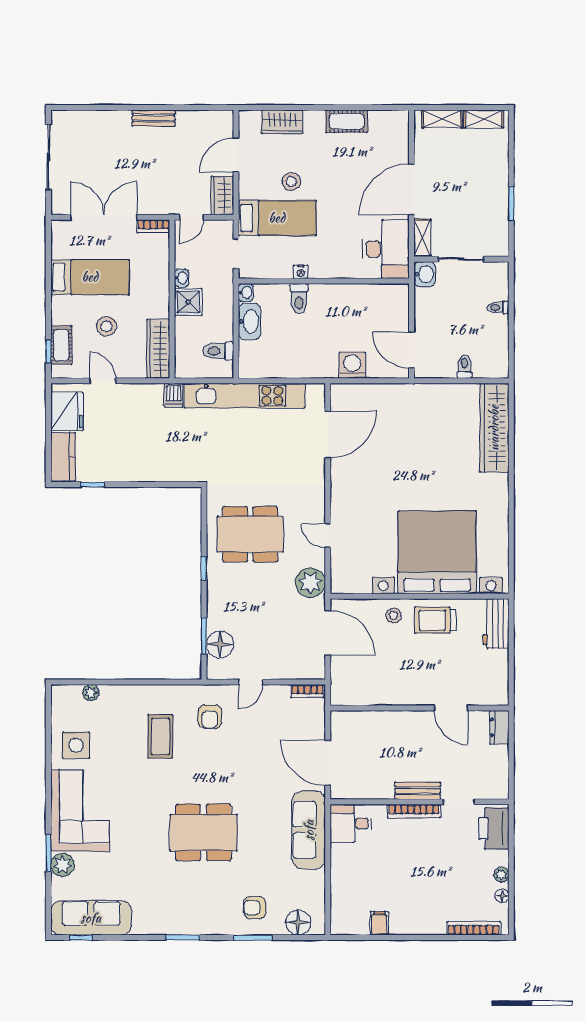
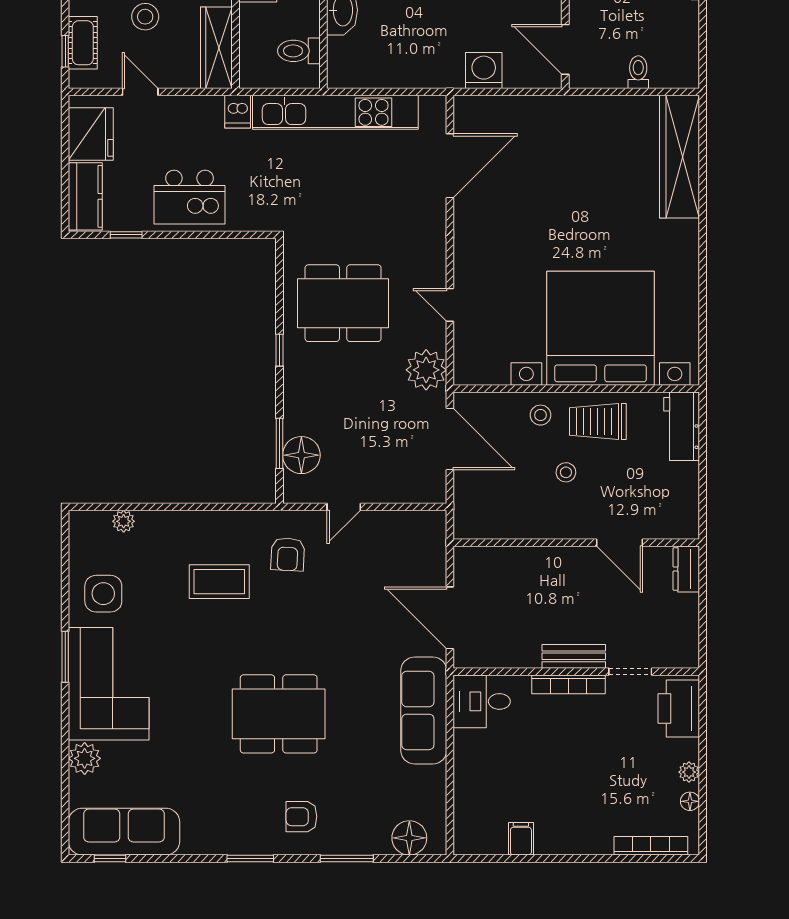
kitchen island: (139, 457) -> (190, 197), added
stool: (412, 657) -> (566, 472), added
bookcase: (307, 691) -> (422, 519), removed
coffee table: (160, 736) -> (219, 582), turned 90
window: (48, 853) -> (65, 657), moved
armchair: (255, 908) -> (301, 817), moved

